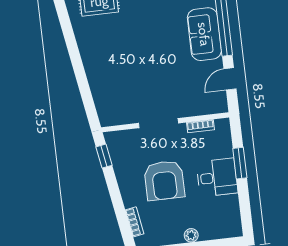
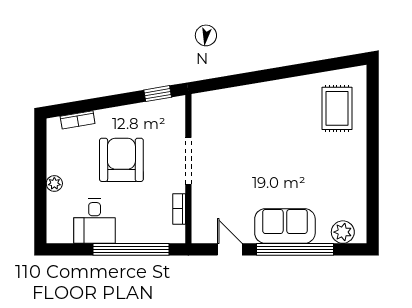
window: (240, 163) -> (131, 249), width x2.11
desk: (217, 177) -> (95, 221), moved
armchair: (164, 180) -> (121, 160), turned 90

